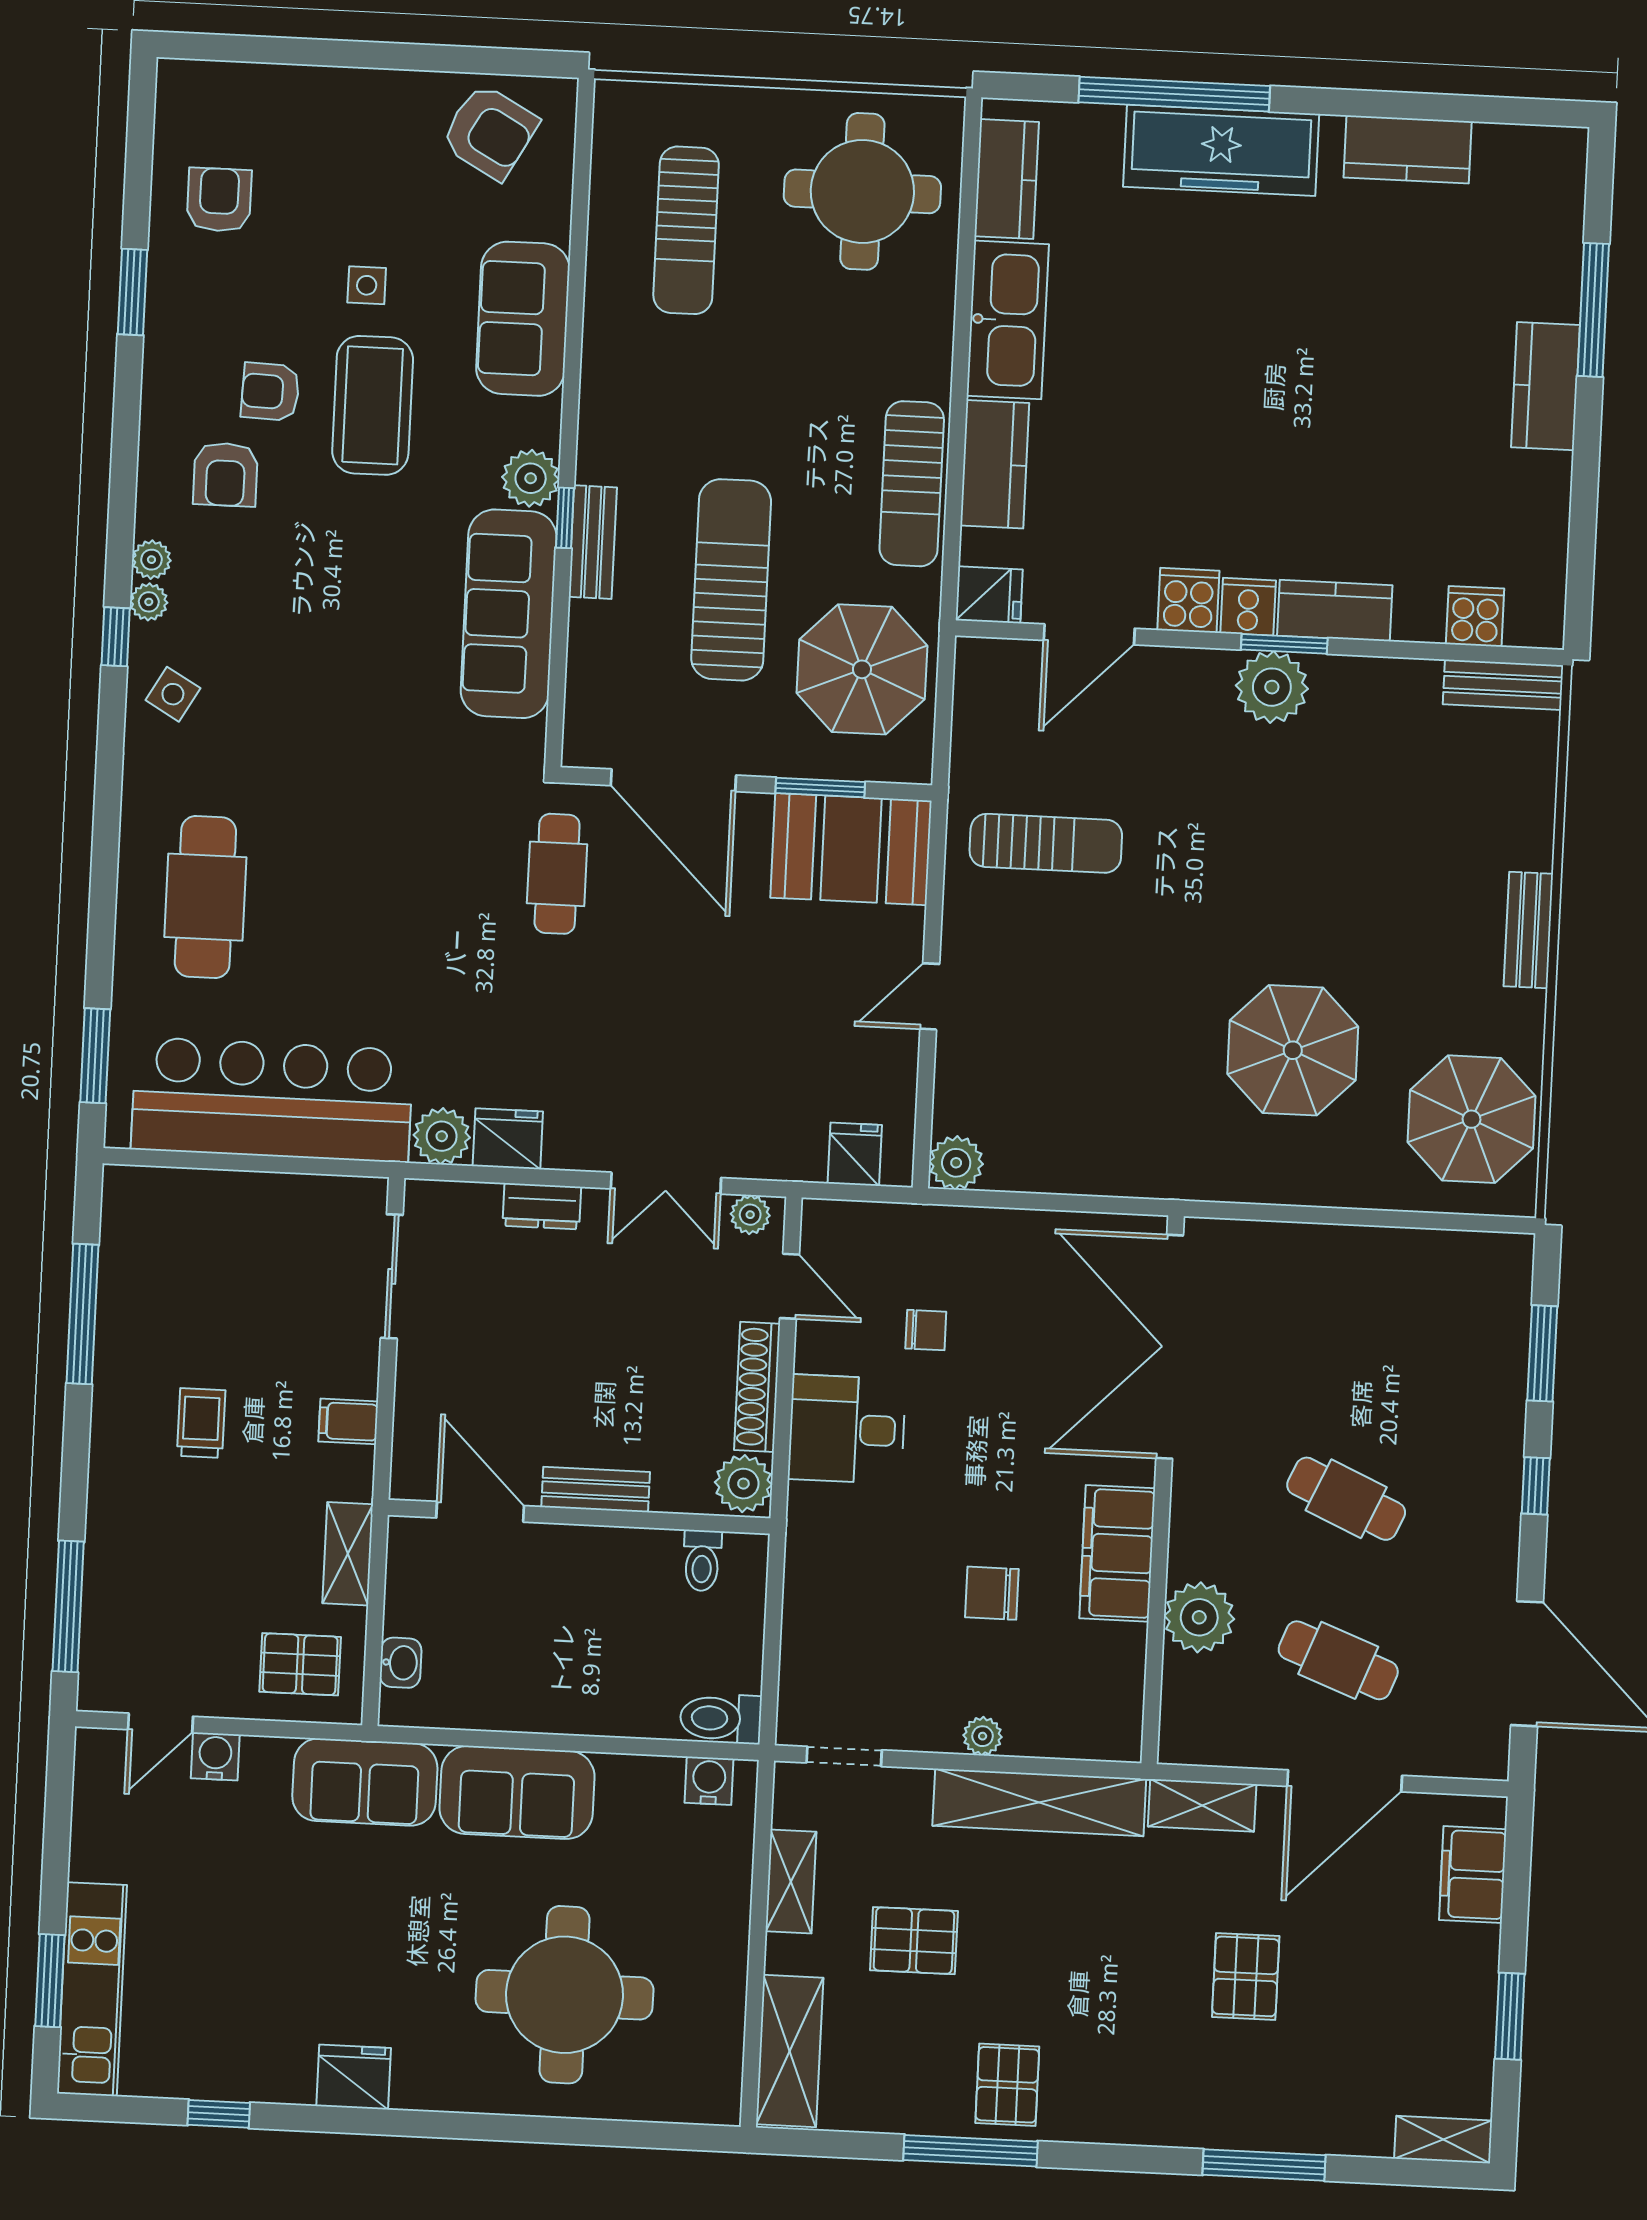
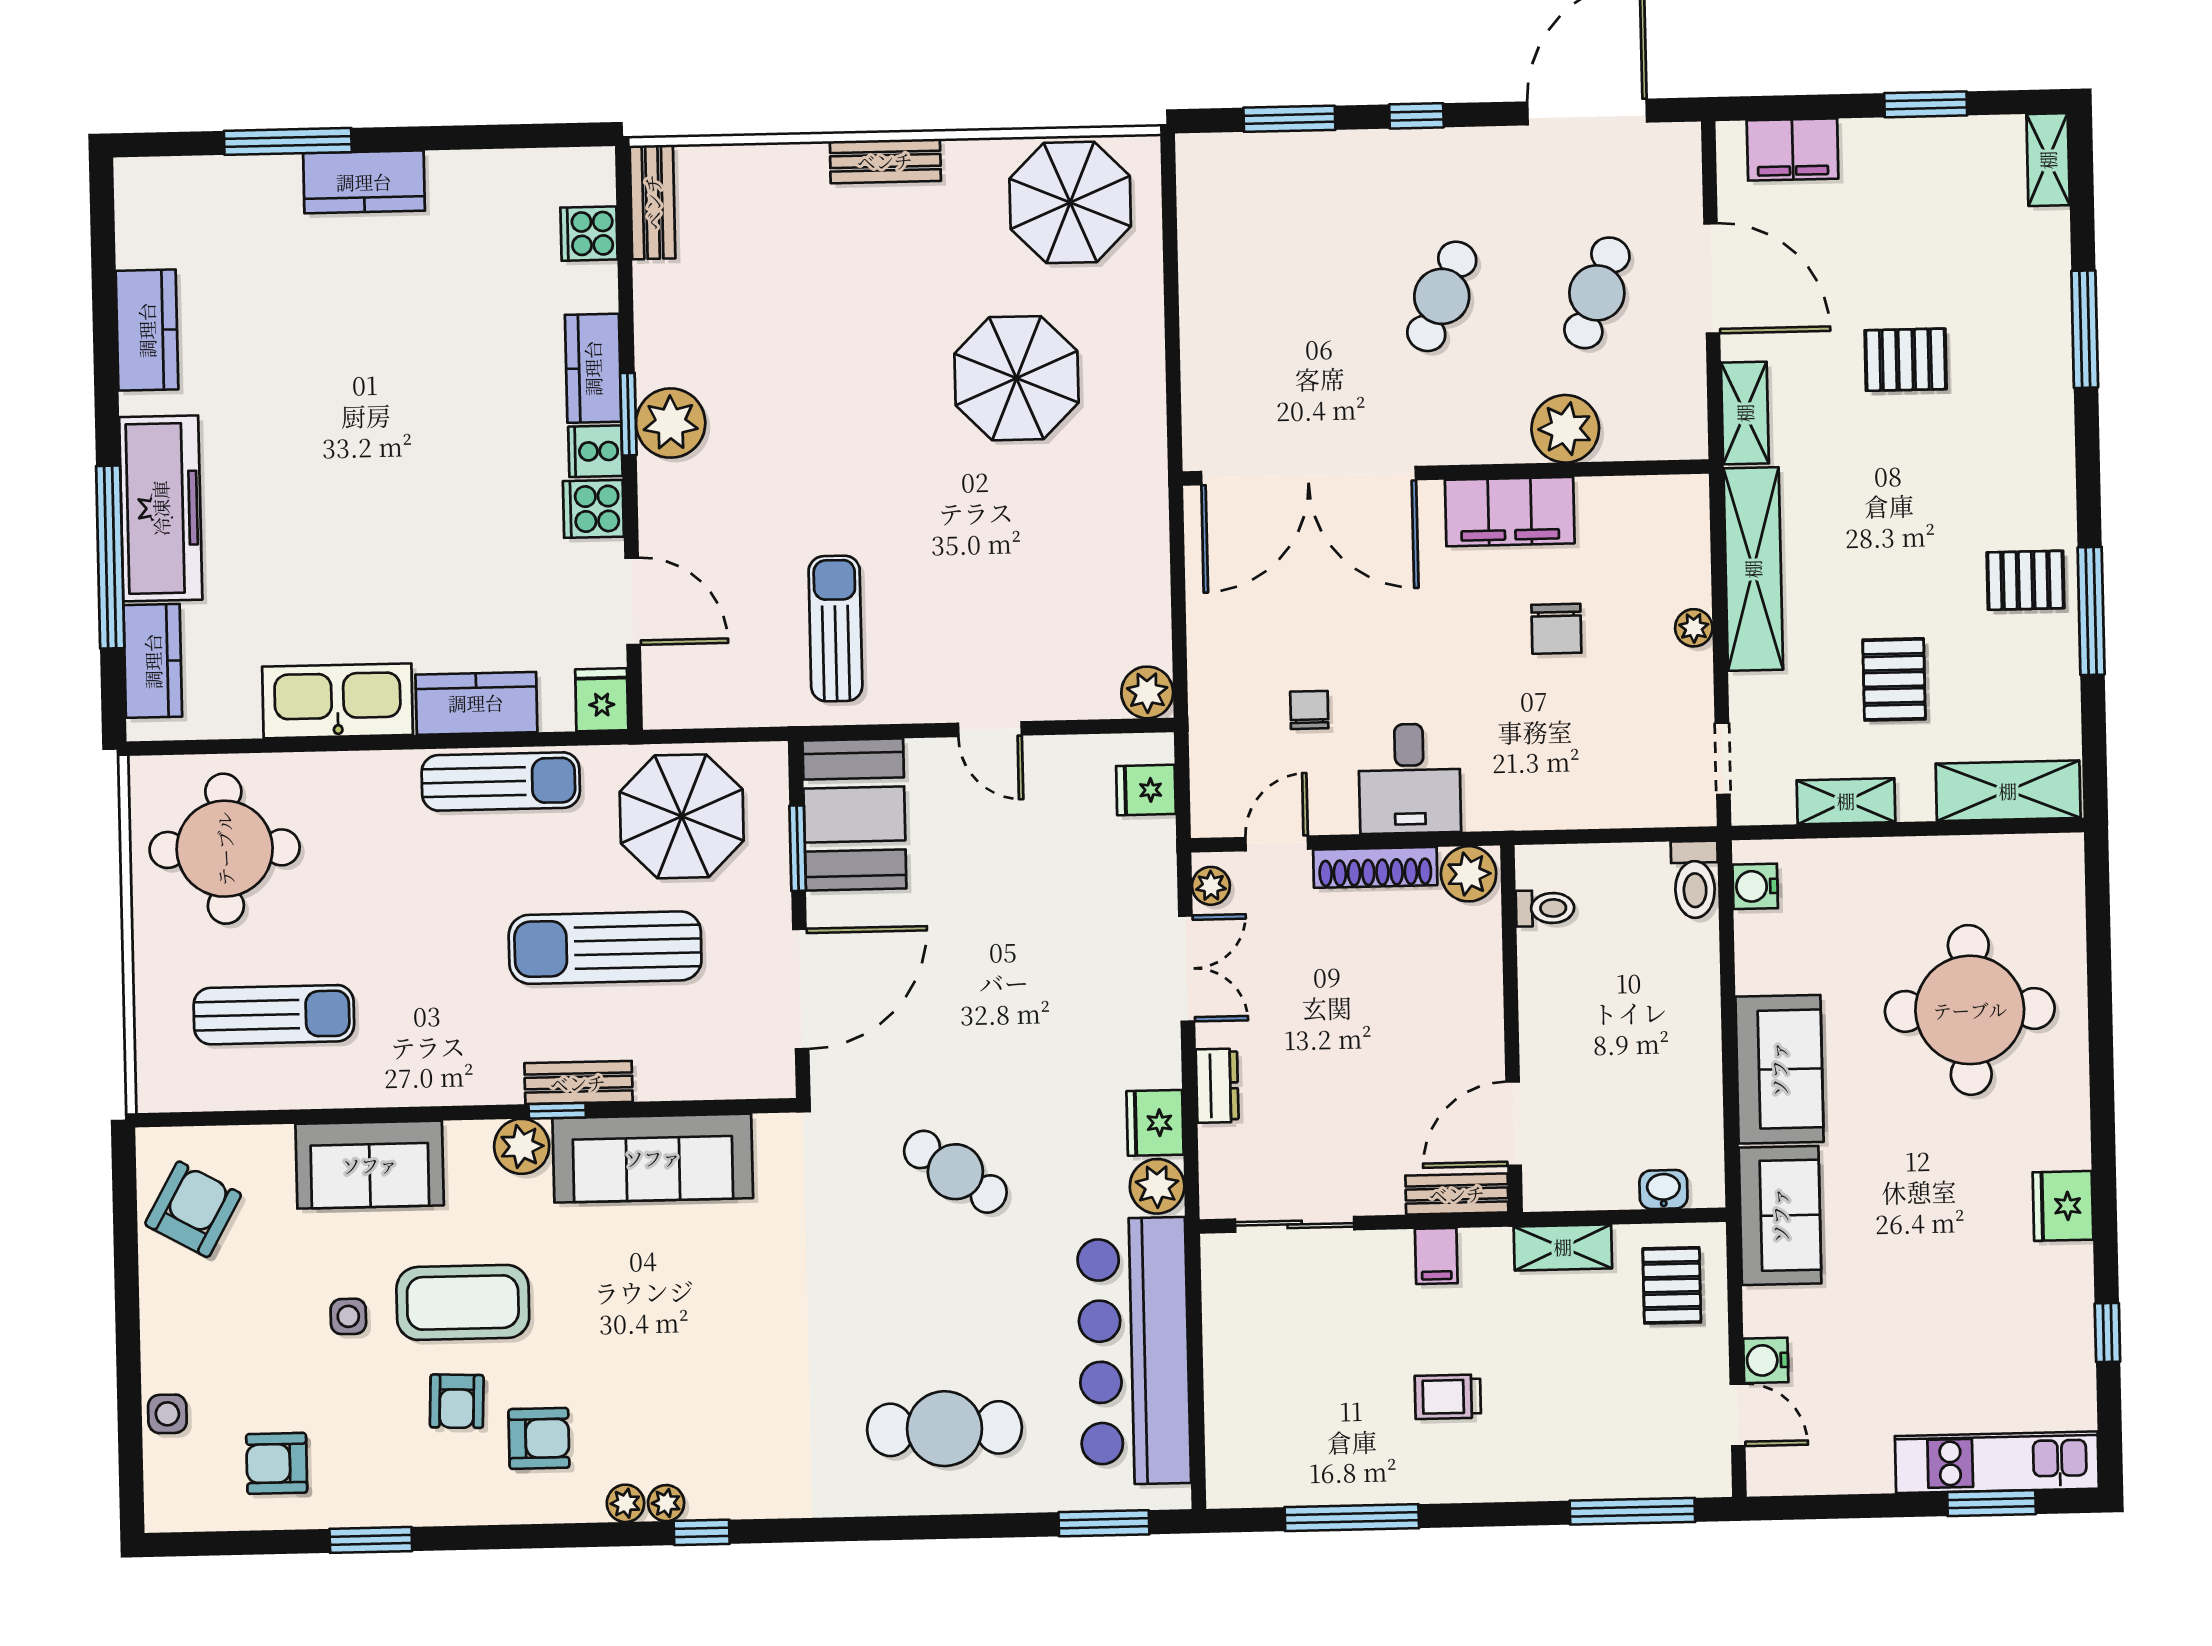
kitchen counter: (1007, 179) -> (153, 661), moved, turned 90
side table: (173, 694) -> (167, 1414), moved, turned -30
cafe table: (557, 874) -> (955, 1172), moved, turned 35
bench: (596, 1490) -> (1457, 1194), moved, turned 90

